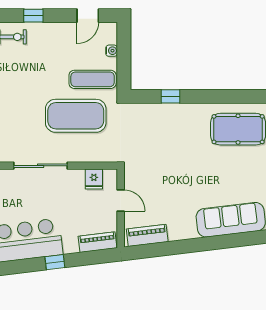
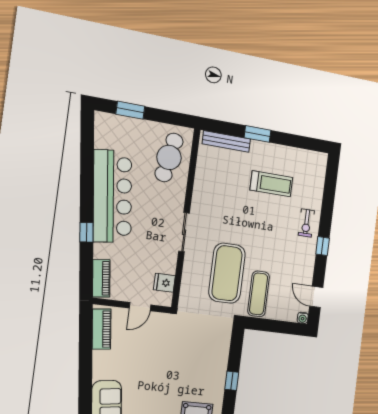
water cooler: (112, 51) -> (303, 318), moved
window: (171, 96) -> (232, 381), moved
sliding door: (41, 166) -> (184, 232), width x0.73

